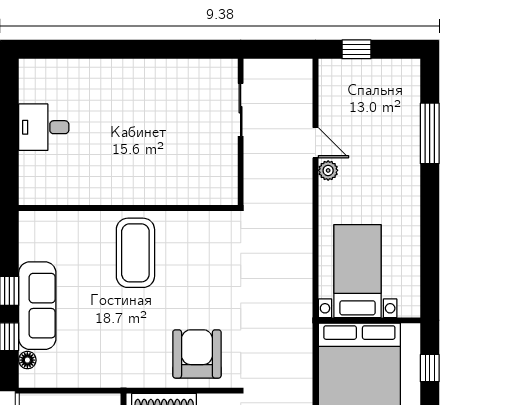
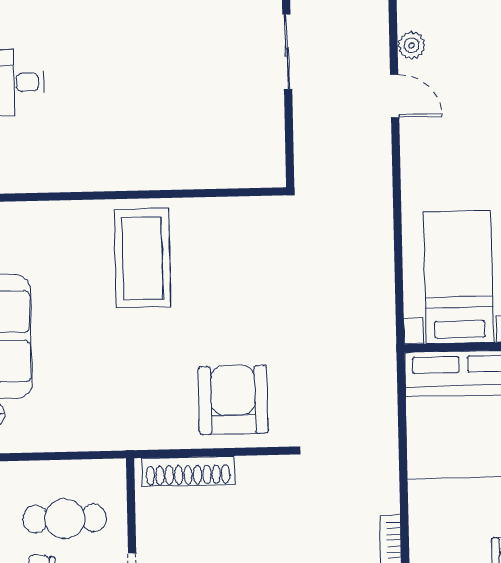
plant: (328, 170) -> (412, 45), moved

